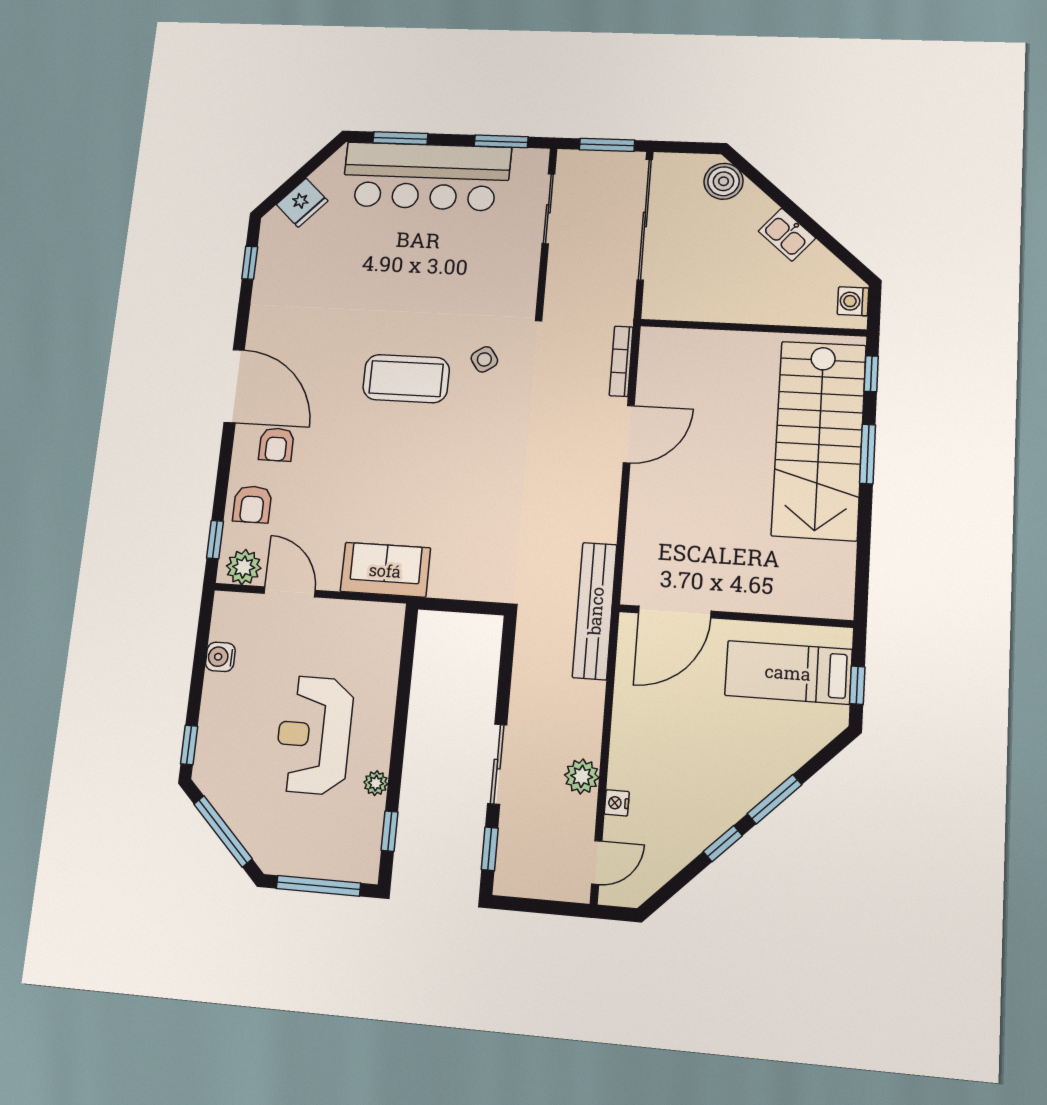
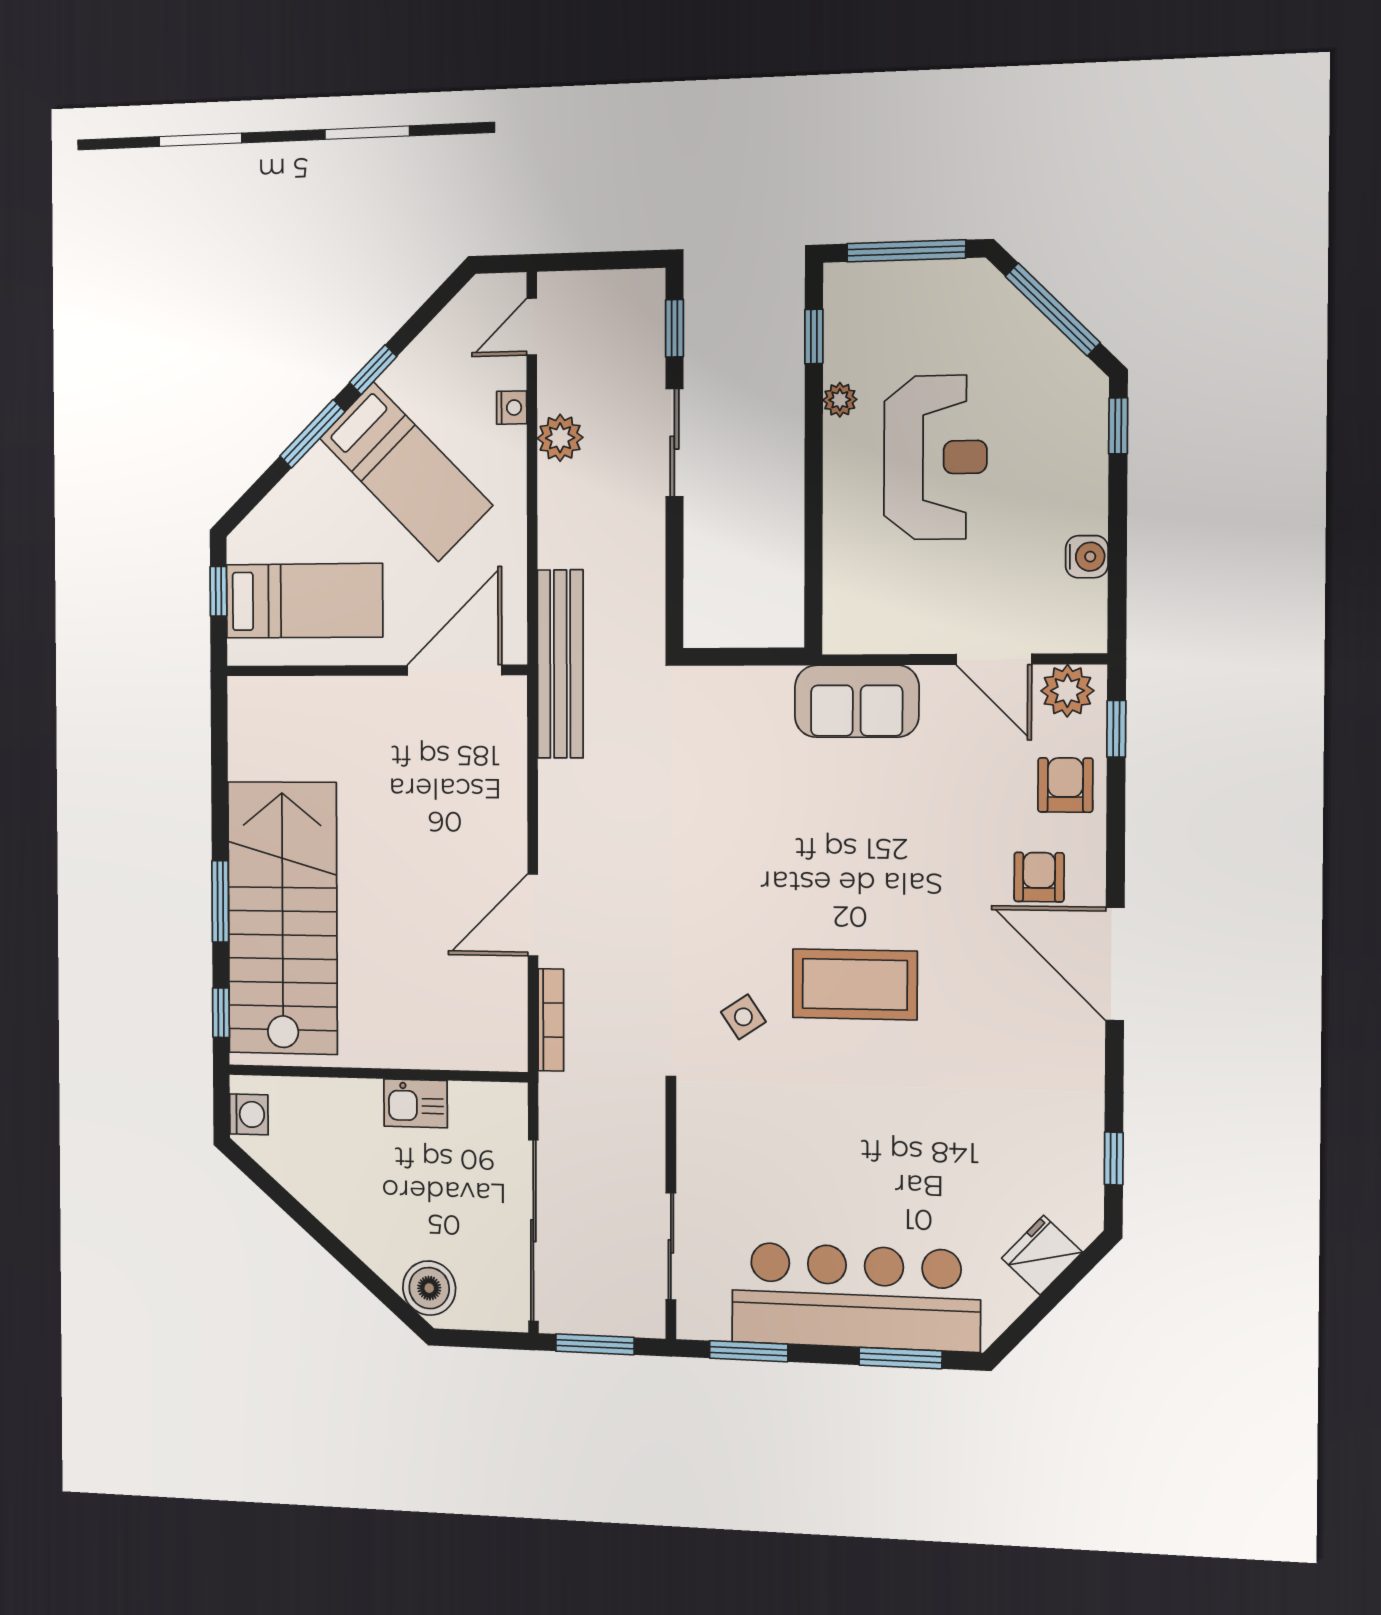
kitchen sink: (787, 235) -> (416, 1103), moved, turned 139
bed: (702, 763) -> (406, 472), added

